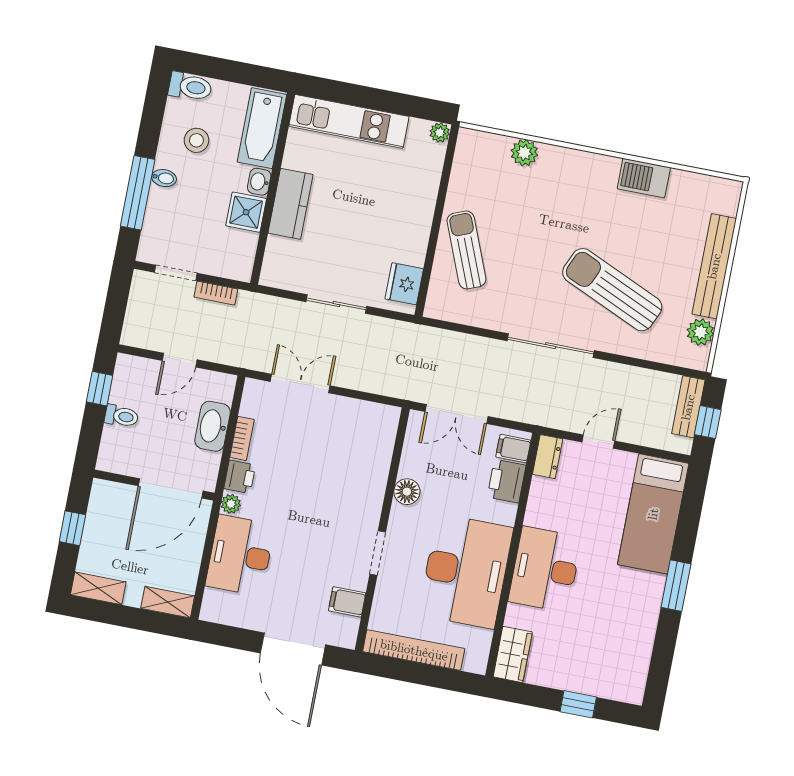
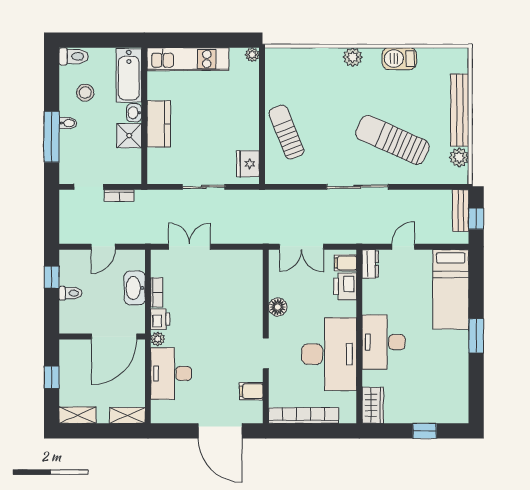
plant: (524, 153) -> (353, 57), moved

